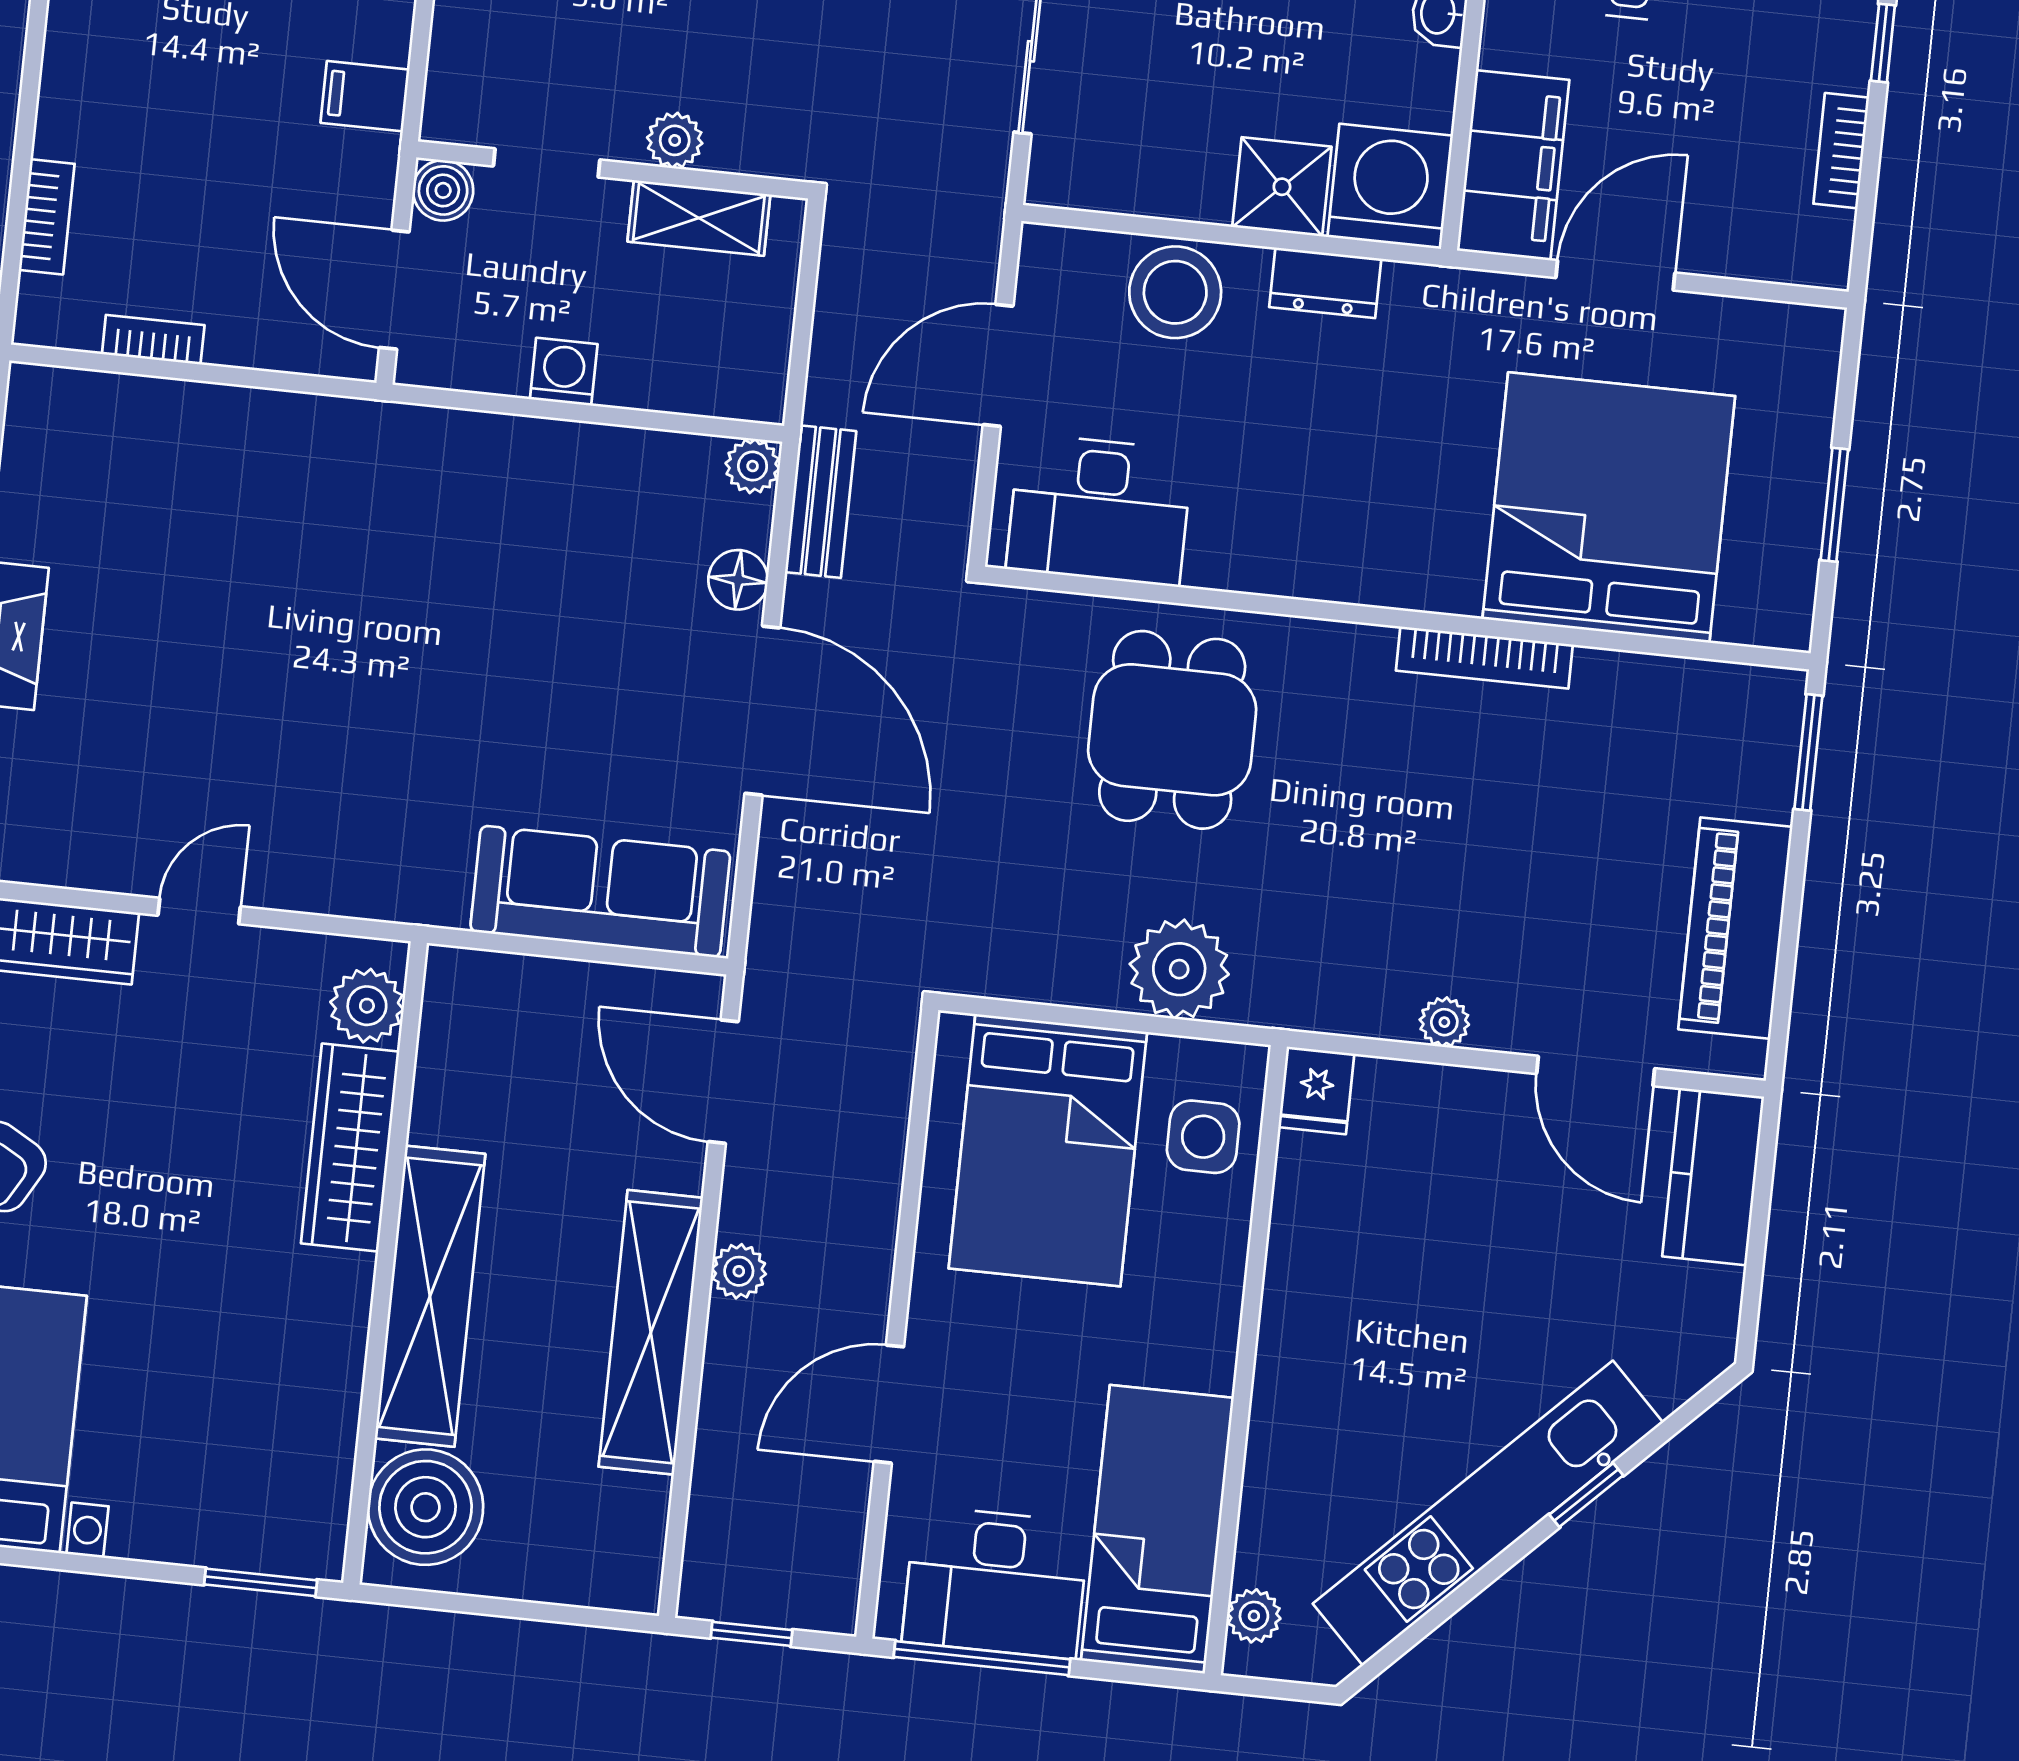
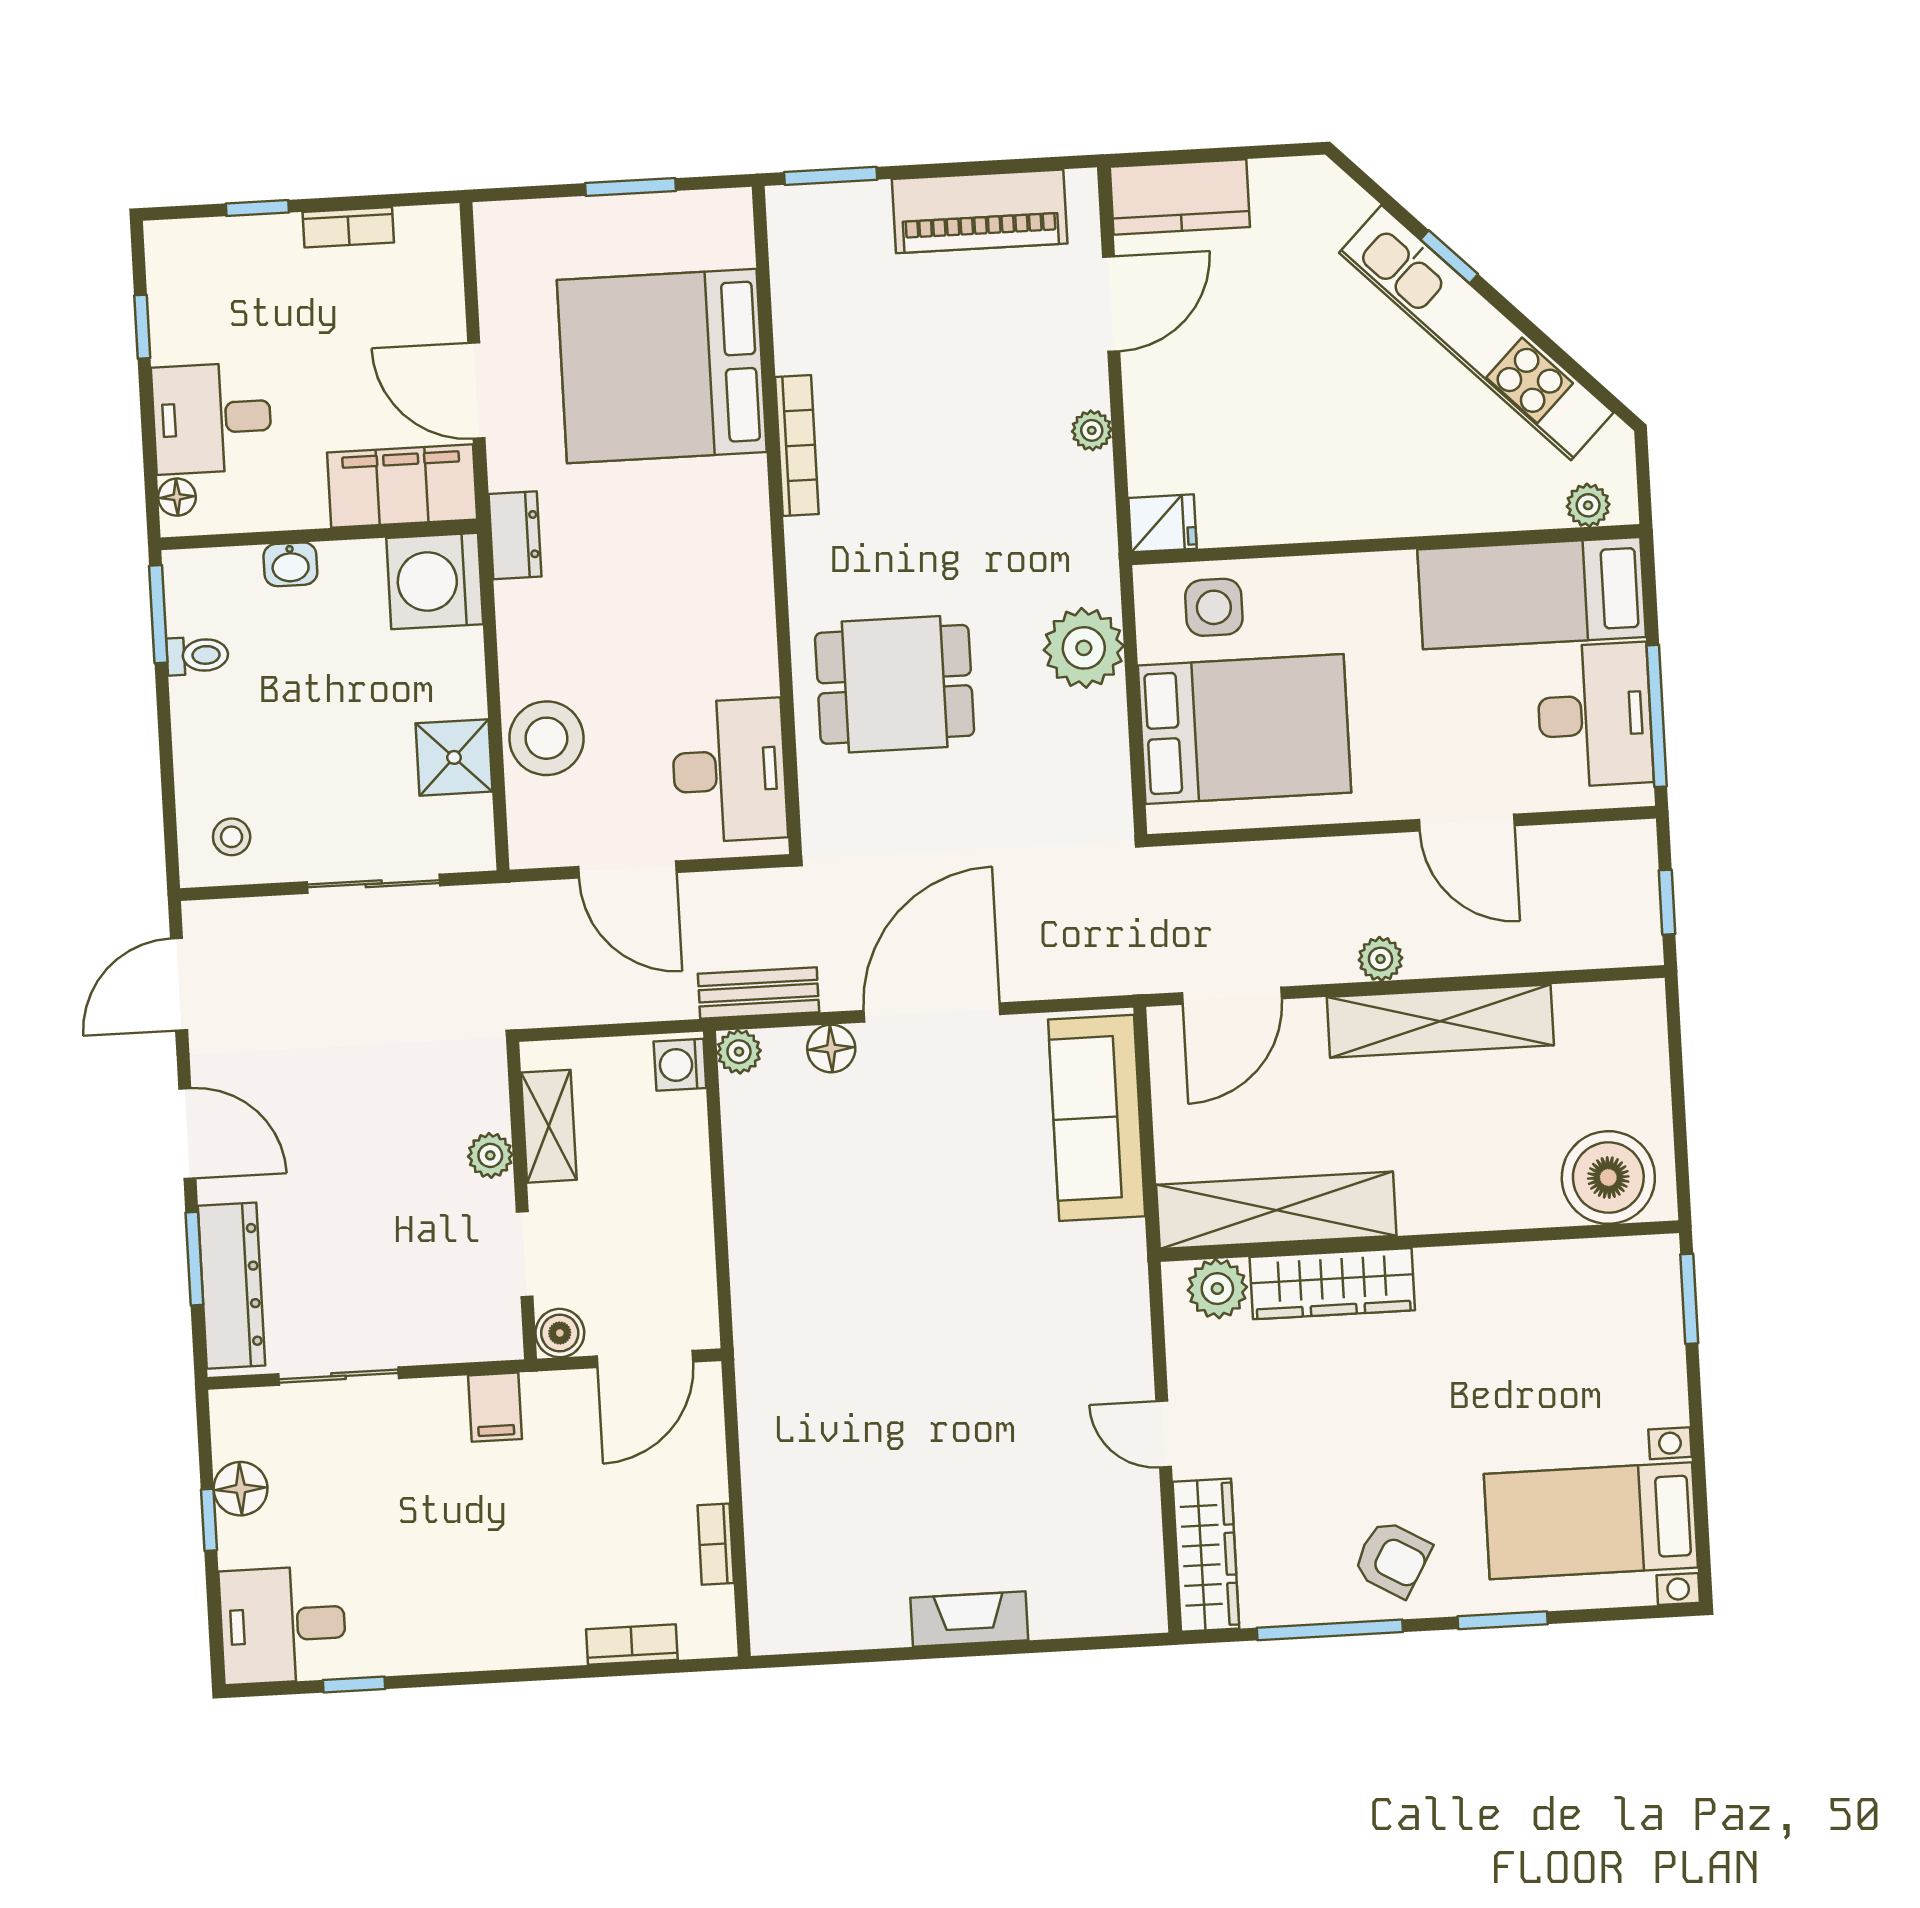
shower: (1282, 187) -> (454, 757), moved
dresser: (1325, 283) -> (515, 535), moved
washing machine: (564, 372) -> (680, 1065), moved
shelving: (430, 1296) -> (1276, 1210), moved

